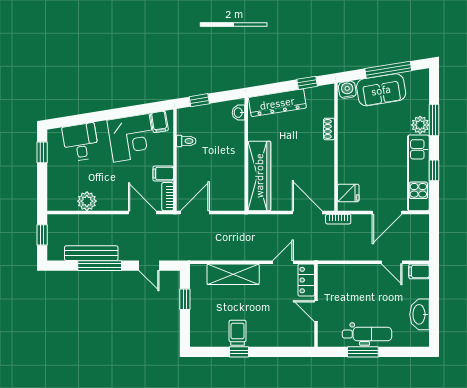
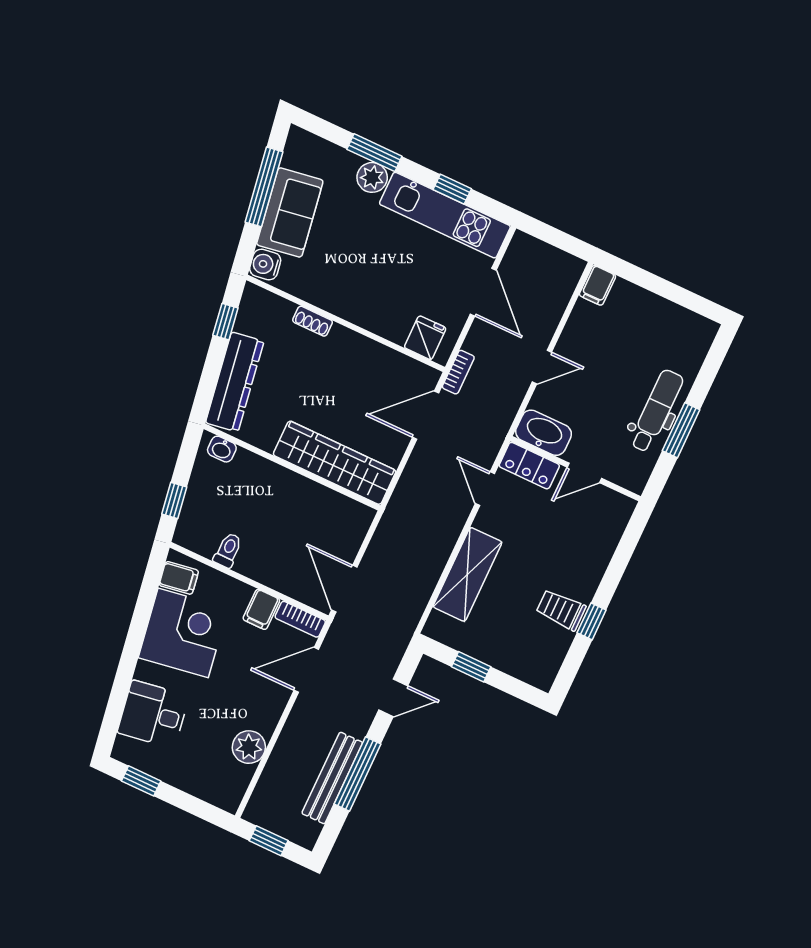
door: (392, 262) -> (542, 367), moved
washbasin: (420, 314) -> (544, 433), moved, turned 180

